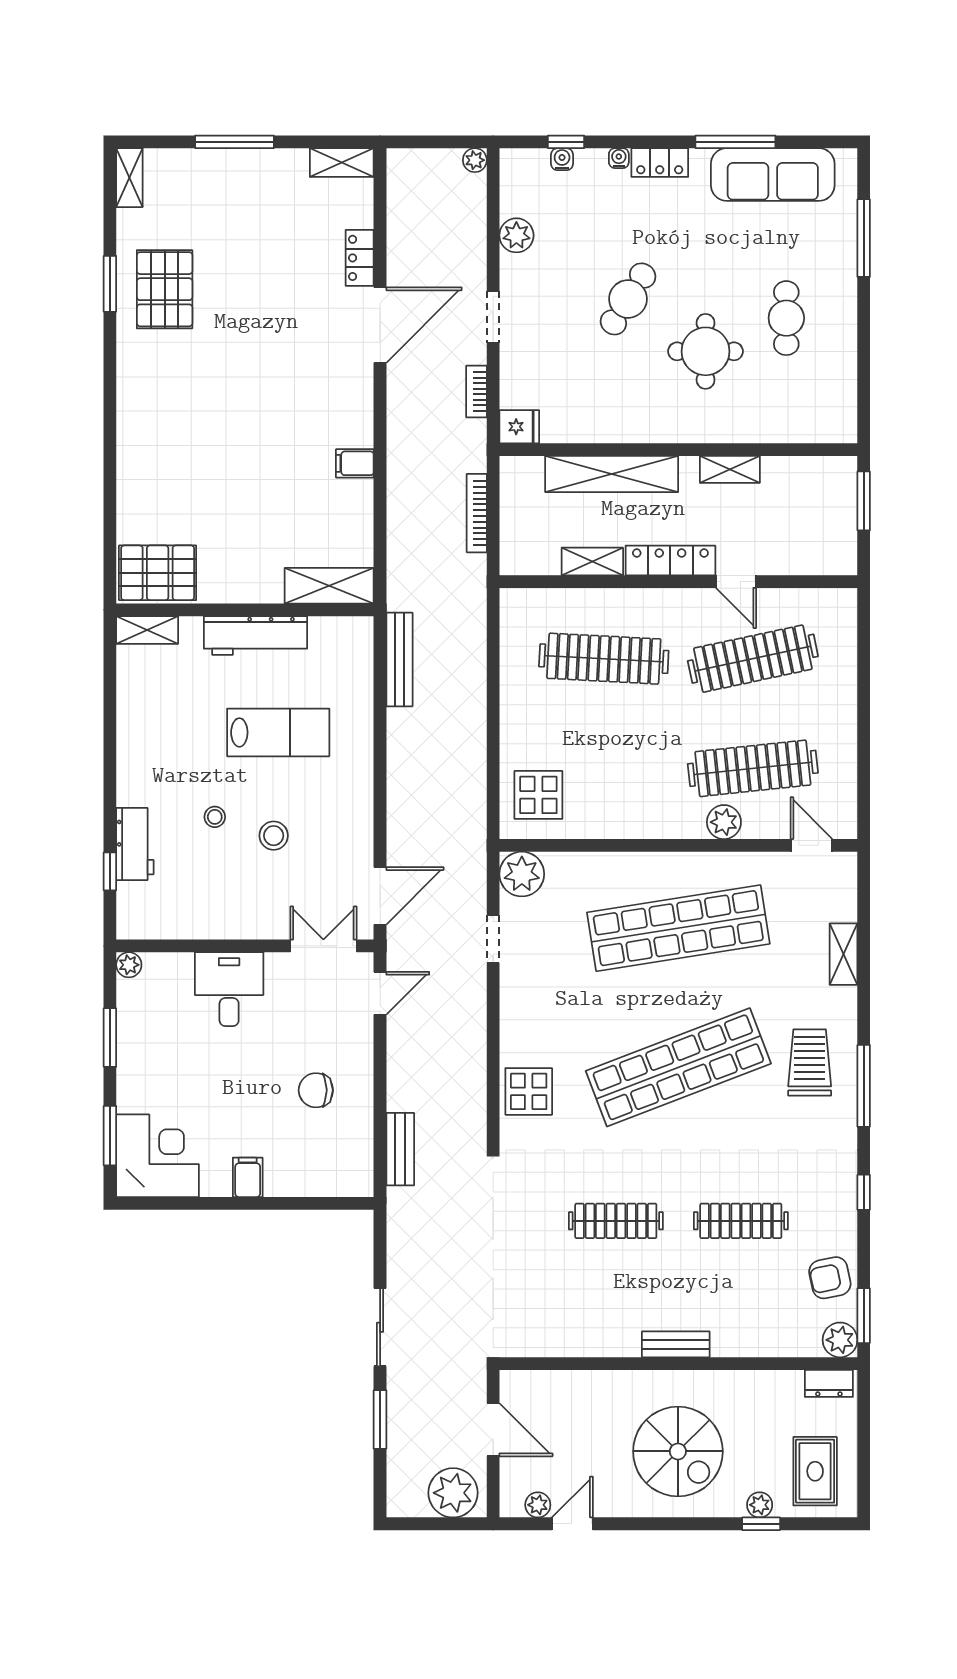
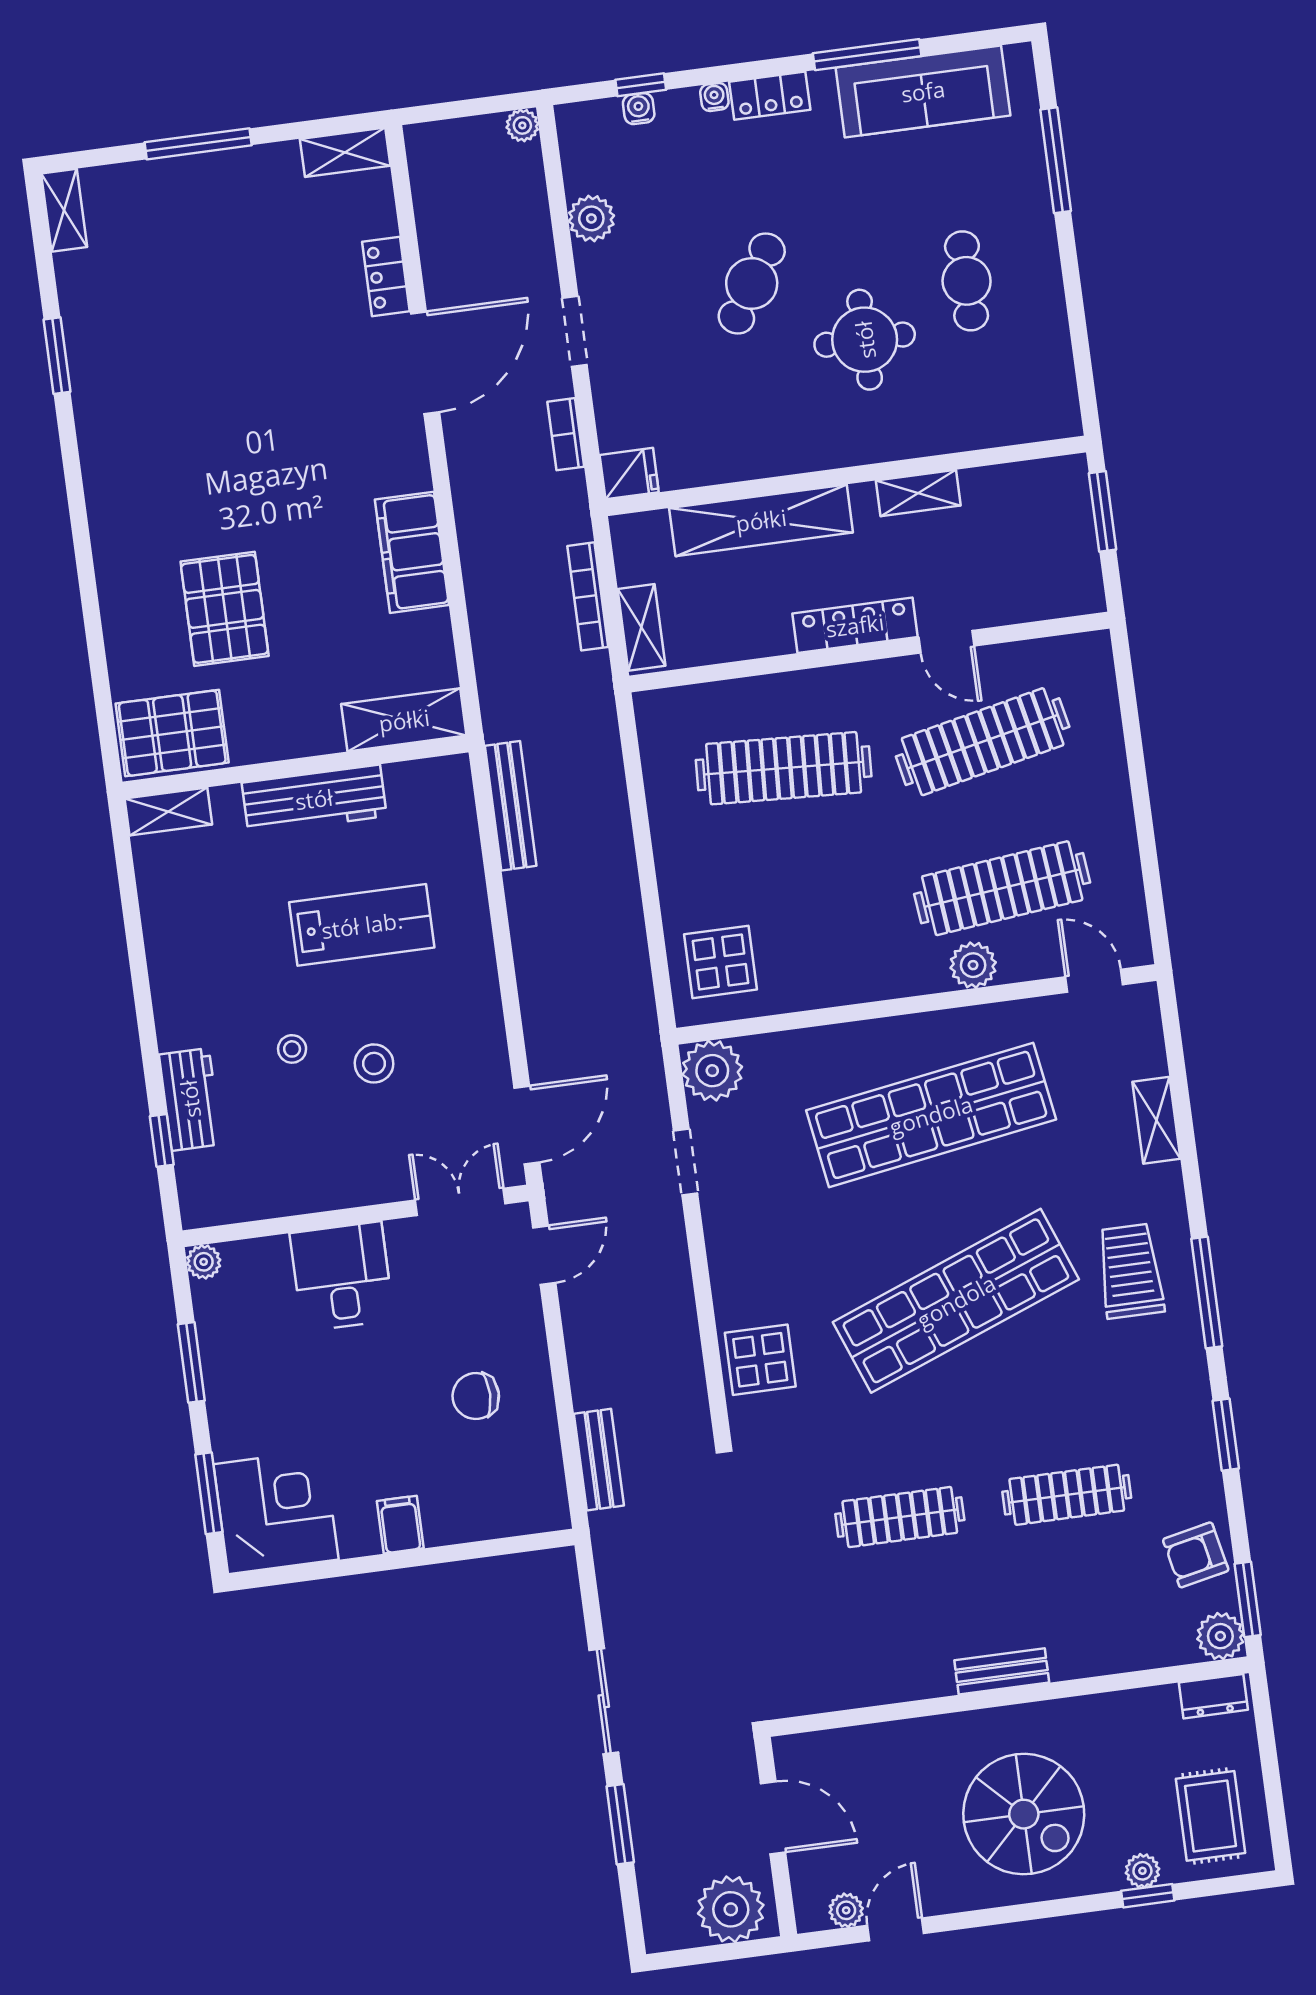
pallet: (165, 289) -> (225, 609), moved
filing cabinet: (355, 463) -> (412, 552), width x3.00, depth x1.17
shelving: (592, 561) -> (641, 627), moved, turned 90
window: (864, 1192) -> (1226, 1435), width x1.50

